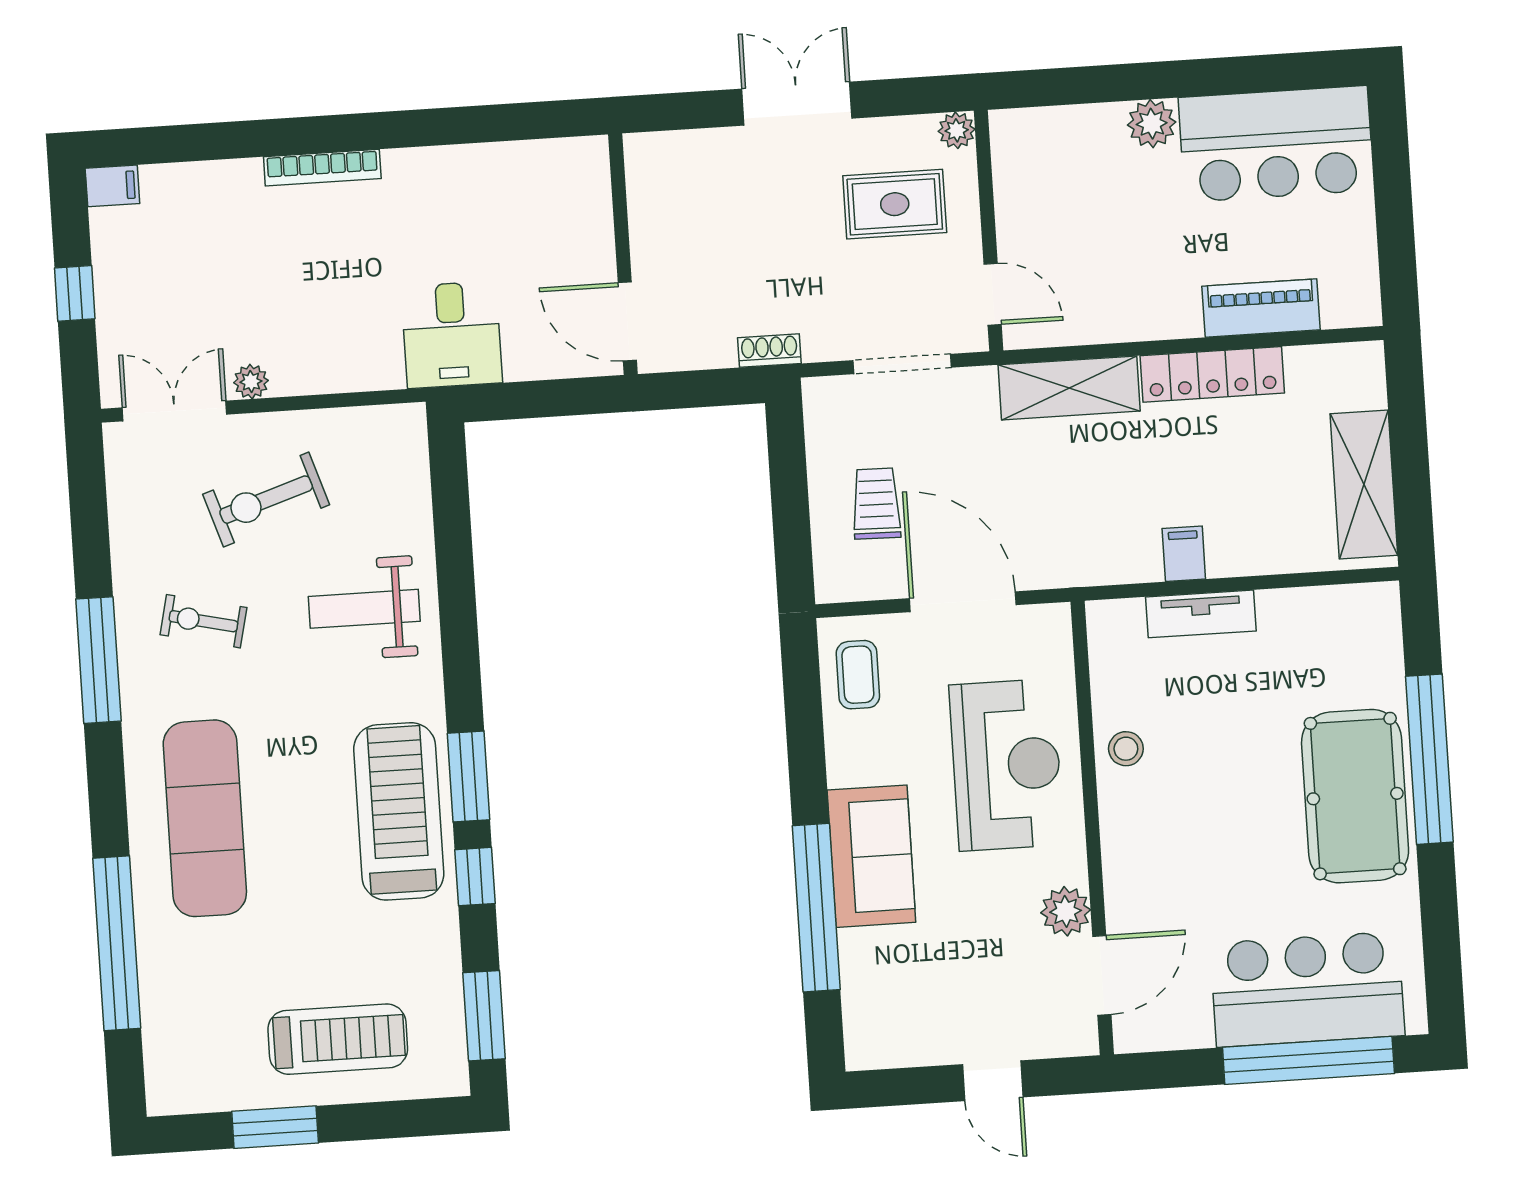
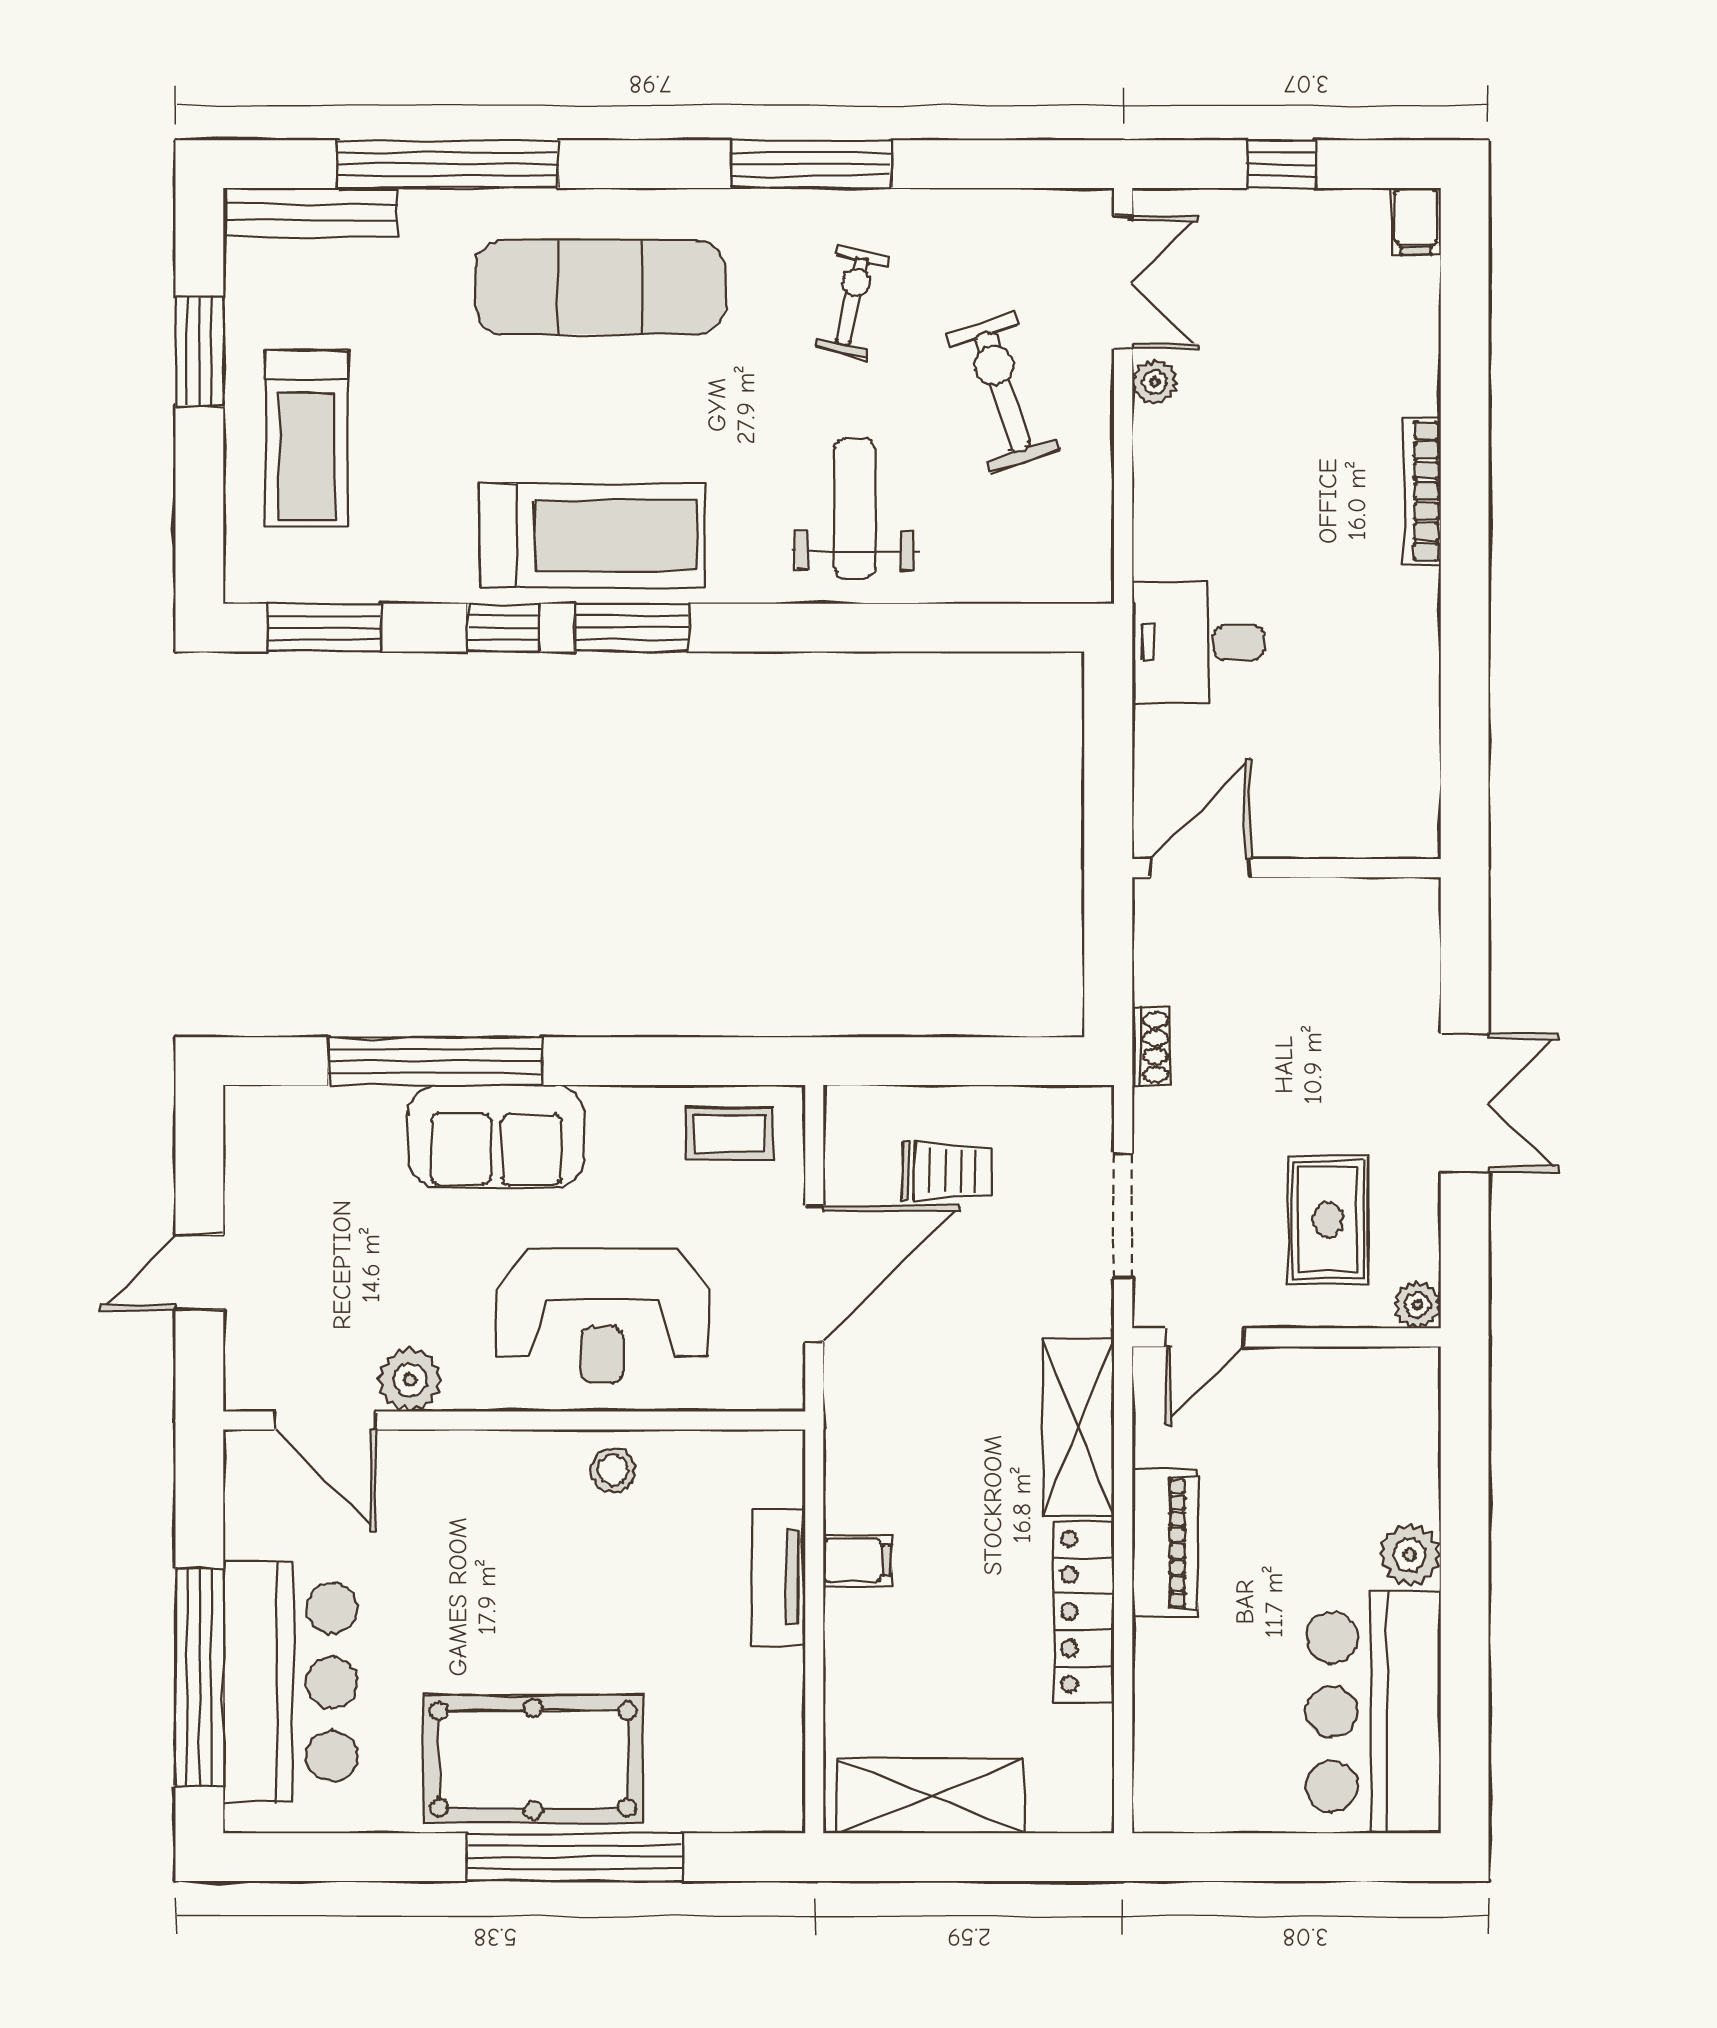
piano: (1261, 308) -> (1165, 1543), moved
bench: (161, 1048) -> (310, 212), added

